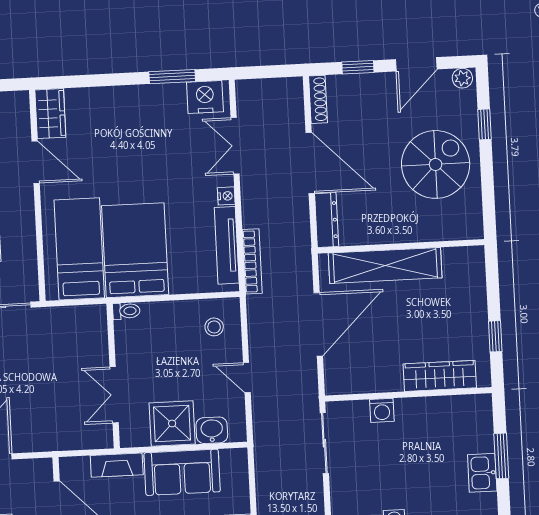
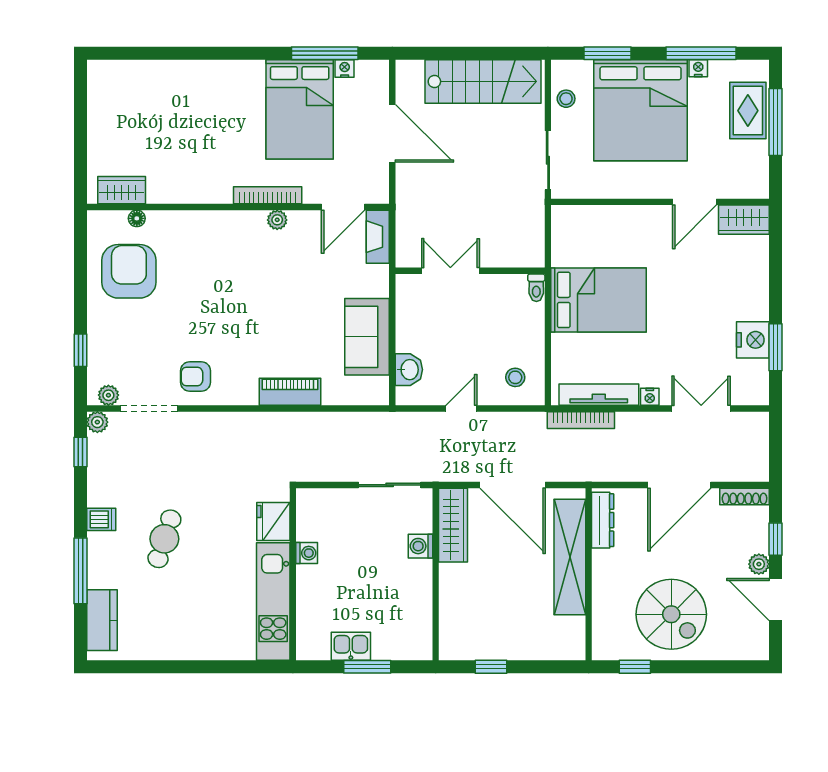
plant: (462, 78) -> (759, 564), moved
nightstand: (205, 97) -> (753, 340), moved
window: (484, 124) -> (635, 667), moved
dresser: (327, 220) -> (603, 520), moved, turned -90
bed: (79, 249) -> (603, 242), removed
wardrobe: (440, 376) -> (453, 525), moved
shower: (172, 423) -> (418, 329), removed
fireplace: (117, 465) -> (378, 237), moved

